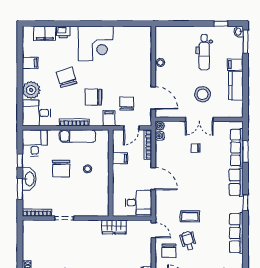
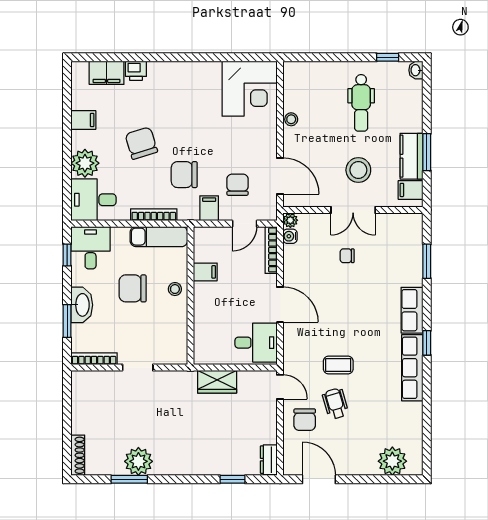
window: (245, 42) -> (427, 152), moved
corner desk: (96, 43) -> (250, 89), moved
filing cabinet: (235, 64) -> (411, 190), moved
row of seats: (237, 148) -> (413, 255), removed
filing cabinet: (120, 158) -> (205, 272), moved
window: (20, 161) -> (67, 255), moved
chair: (61, 169) -> (133, 288), turned 90
wall: (111, 173) -> (191, 296), moved
row of seats: (236, 233) -> (412, 368), moved

